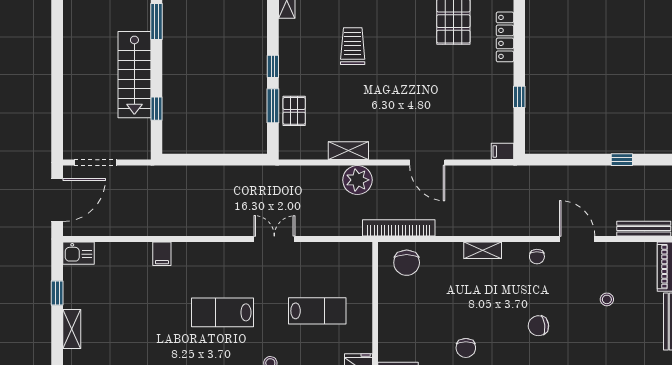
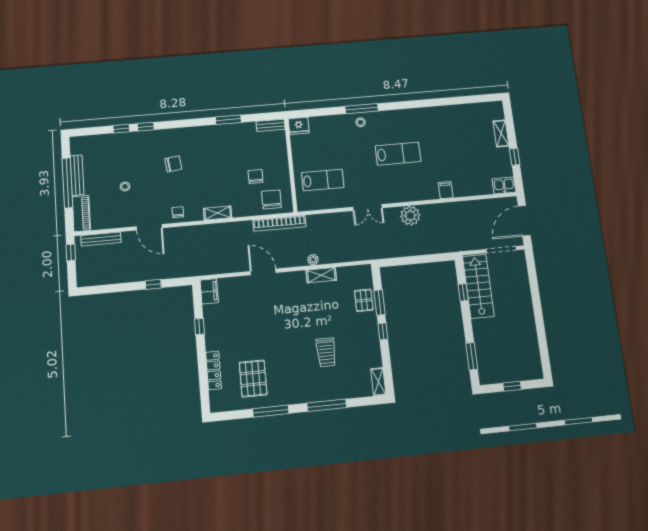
stairs: (134, 75) -> (478, 286), moved
filing cabinet: (502, 151) -> (209, 291), width x2.00
window: (622, 160) -> (153, 284), moved
plant: (357, 180) -> (313, 260), width x0.53, depth x0.53
plant: (216, 222) -> (410, 216), added
lab bench: (317, 311) -> (323, 180), moved, turned 180
chair: (466, 348) -> (255, 176), moved

